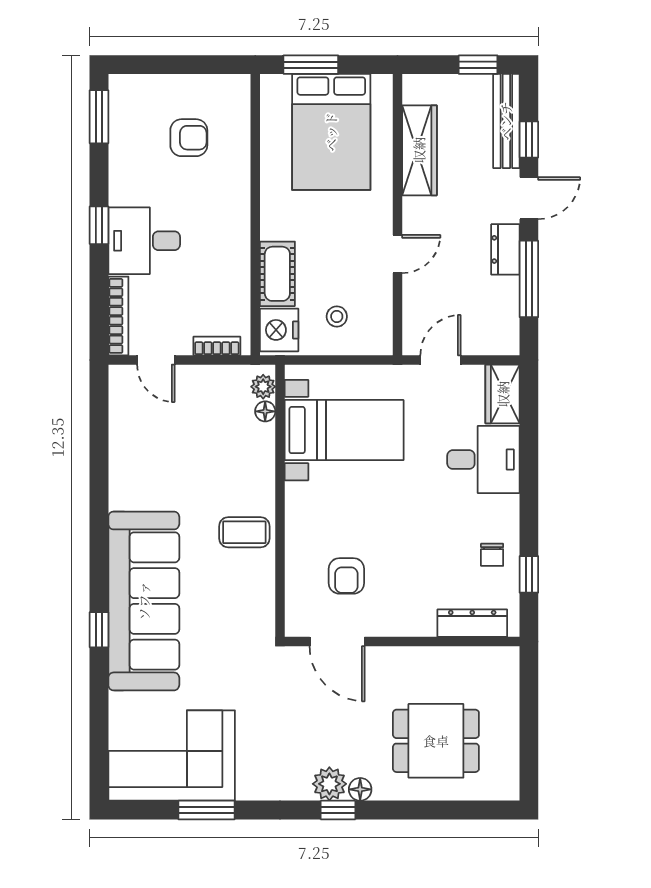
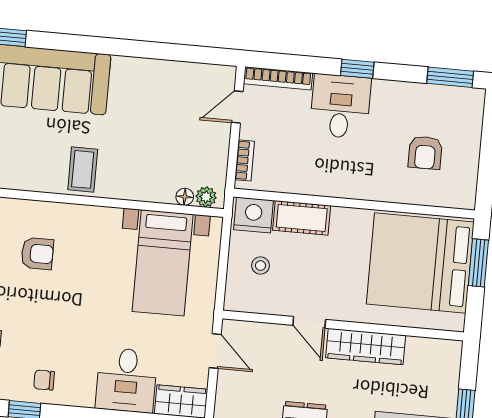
bed: (331, 132) -> (420, 263), width x1.36
wardrobe: (419, 150) -> (366, 347), moved
armchair: (346, 576) -> (37, 254), turned 180

